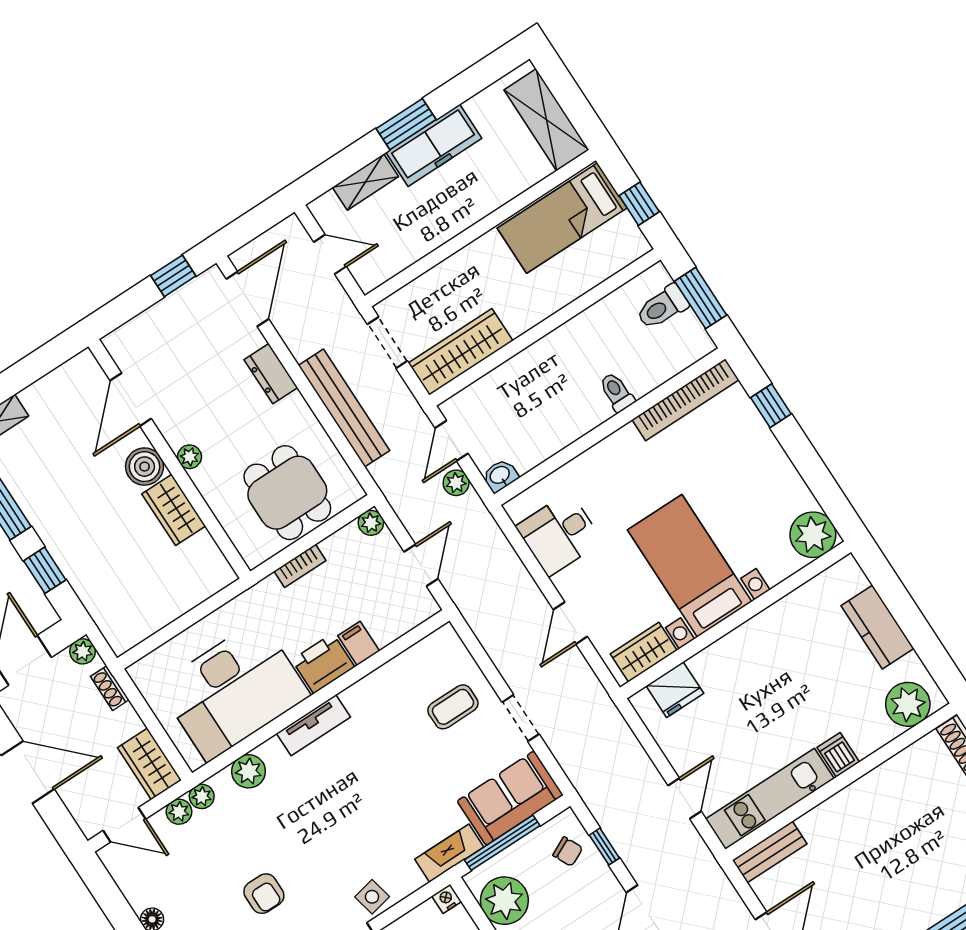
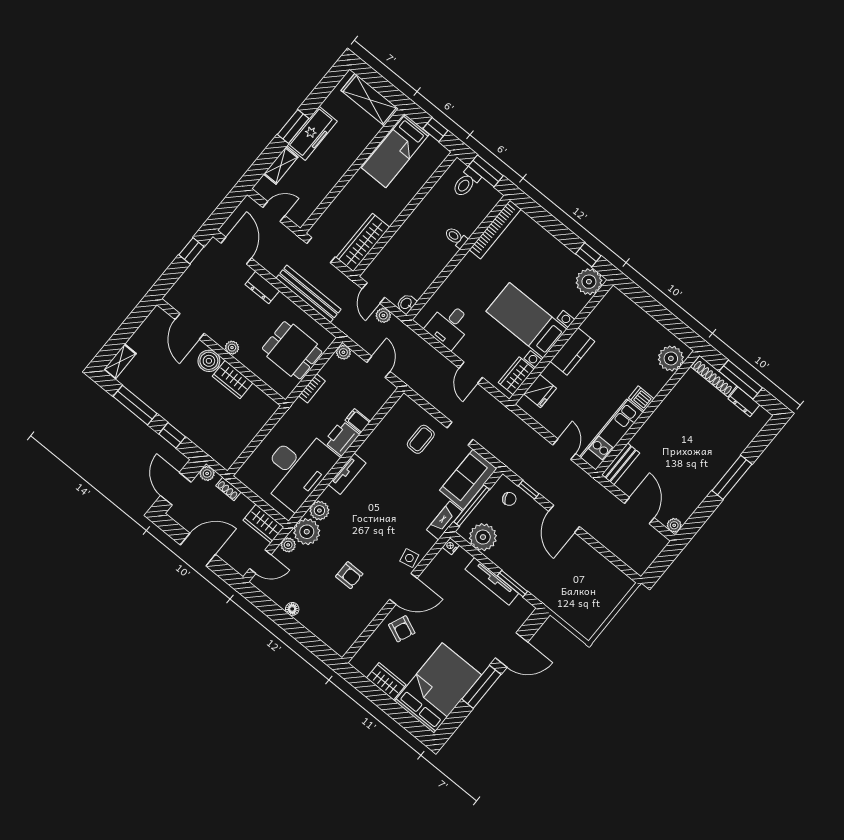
window: (771, 406) -> (588, 255), moved
kitchen counter: (878, 627) -> (572, 351), moved, turned -90
plant: (202, 796) -> (307, 532), width x1.88, depth x1.88

